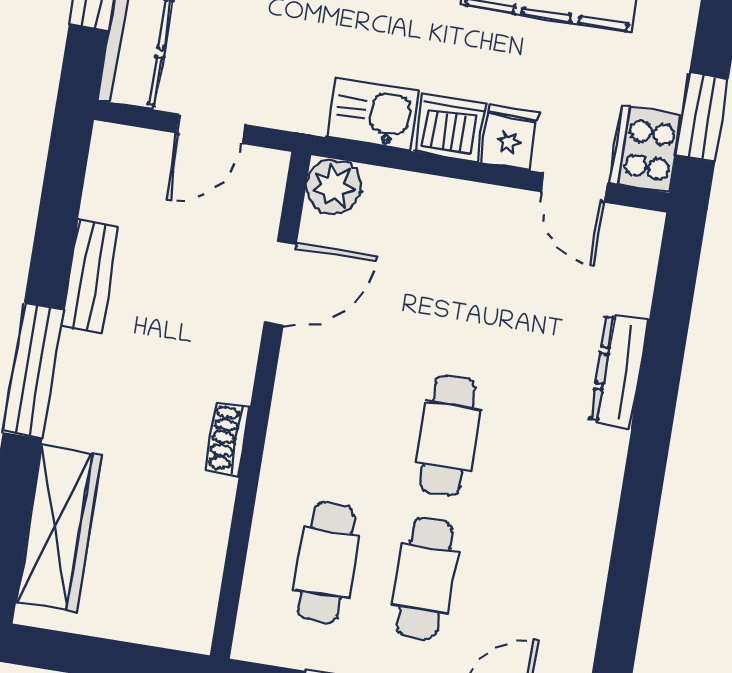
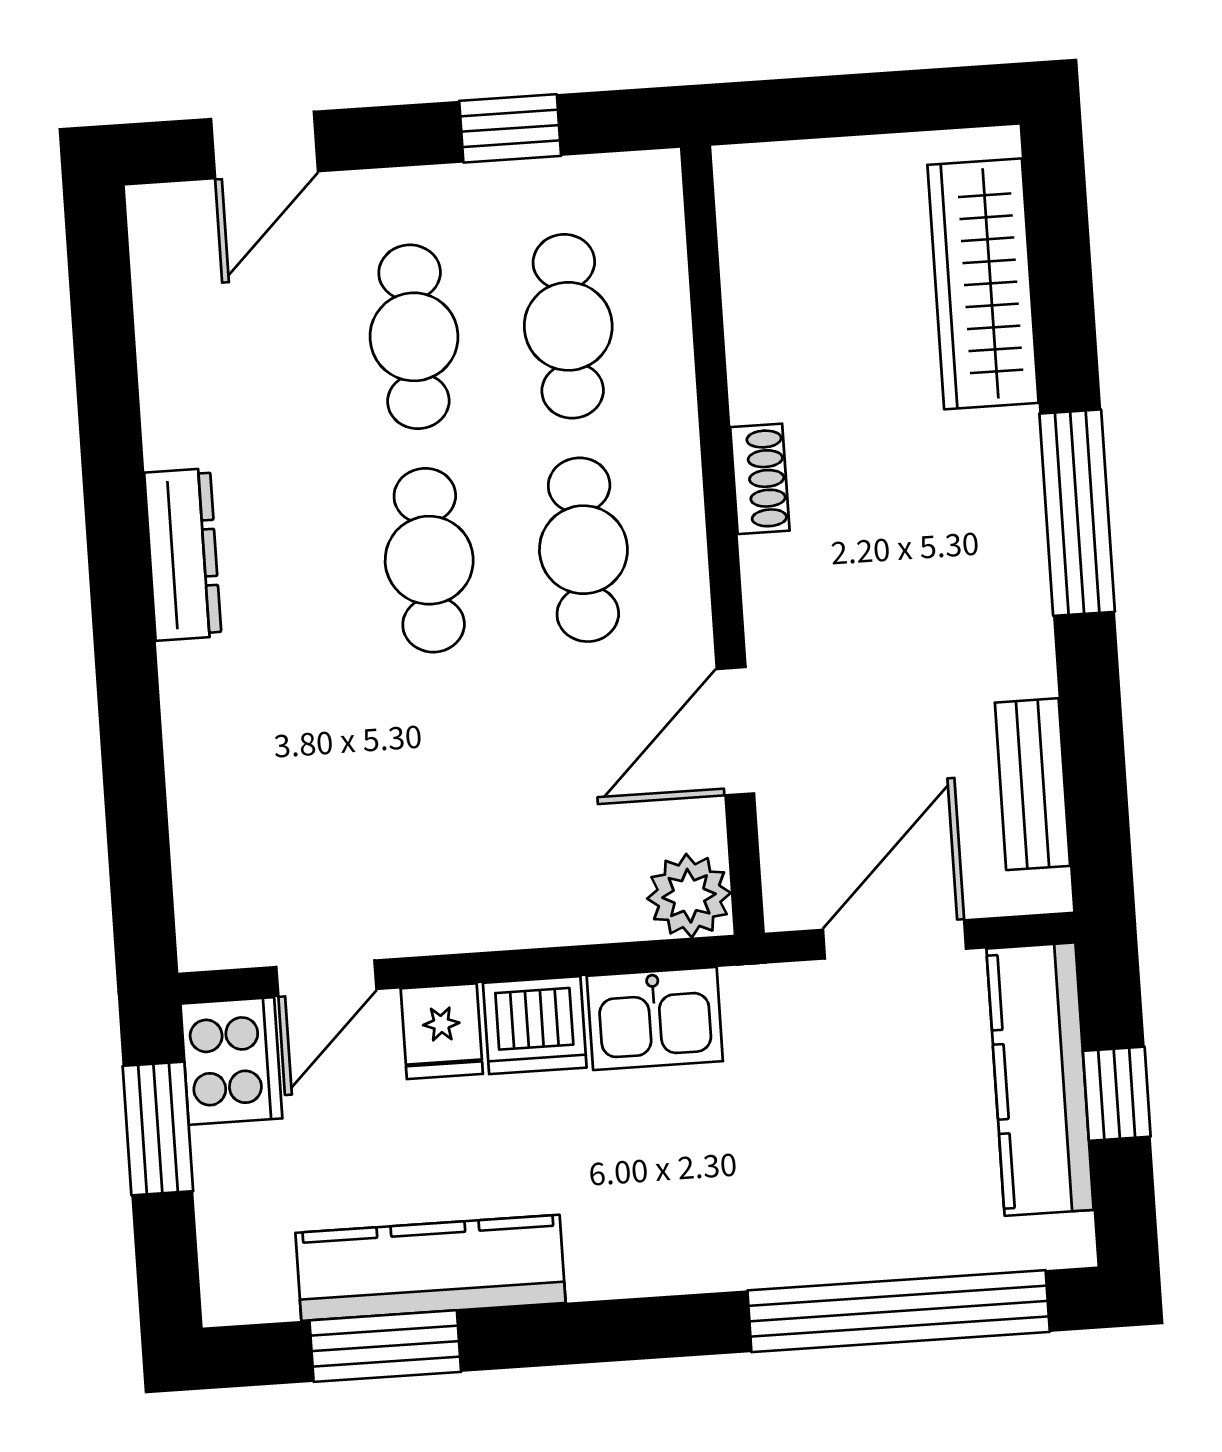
door: (211, 129) -> (894, 939), width x1.38
door: (574, 188) -> (326, 978), swing flipped
bench: (90, 276) -> (1032, 784), moved
dresser: (619, 371) -> (183, 554), moved
cafe table: (349, 420) -> (583, 550), added

